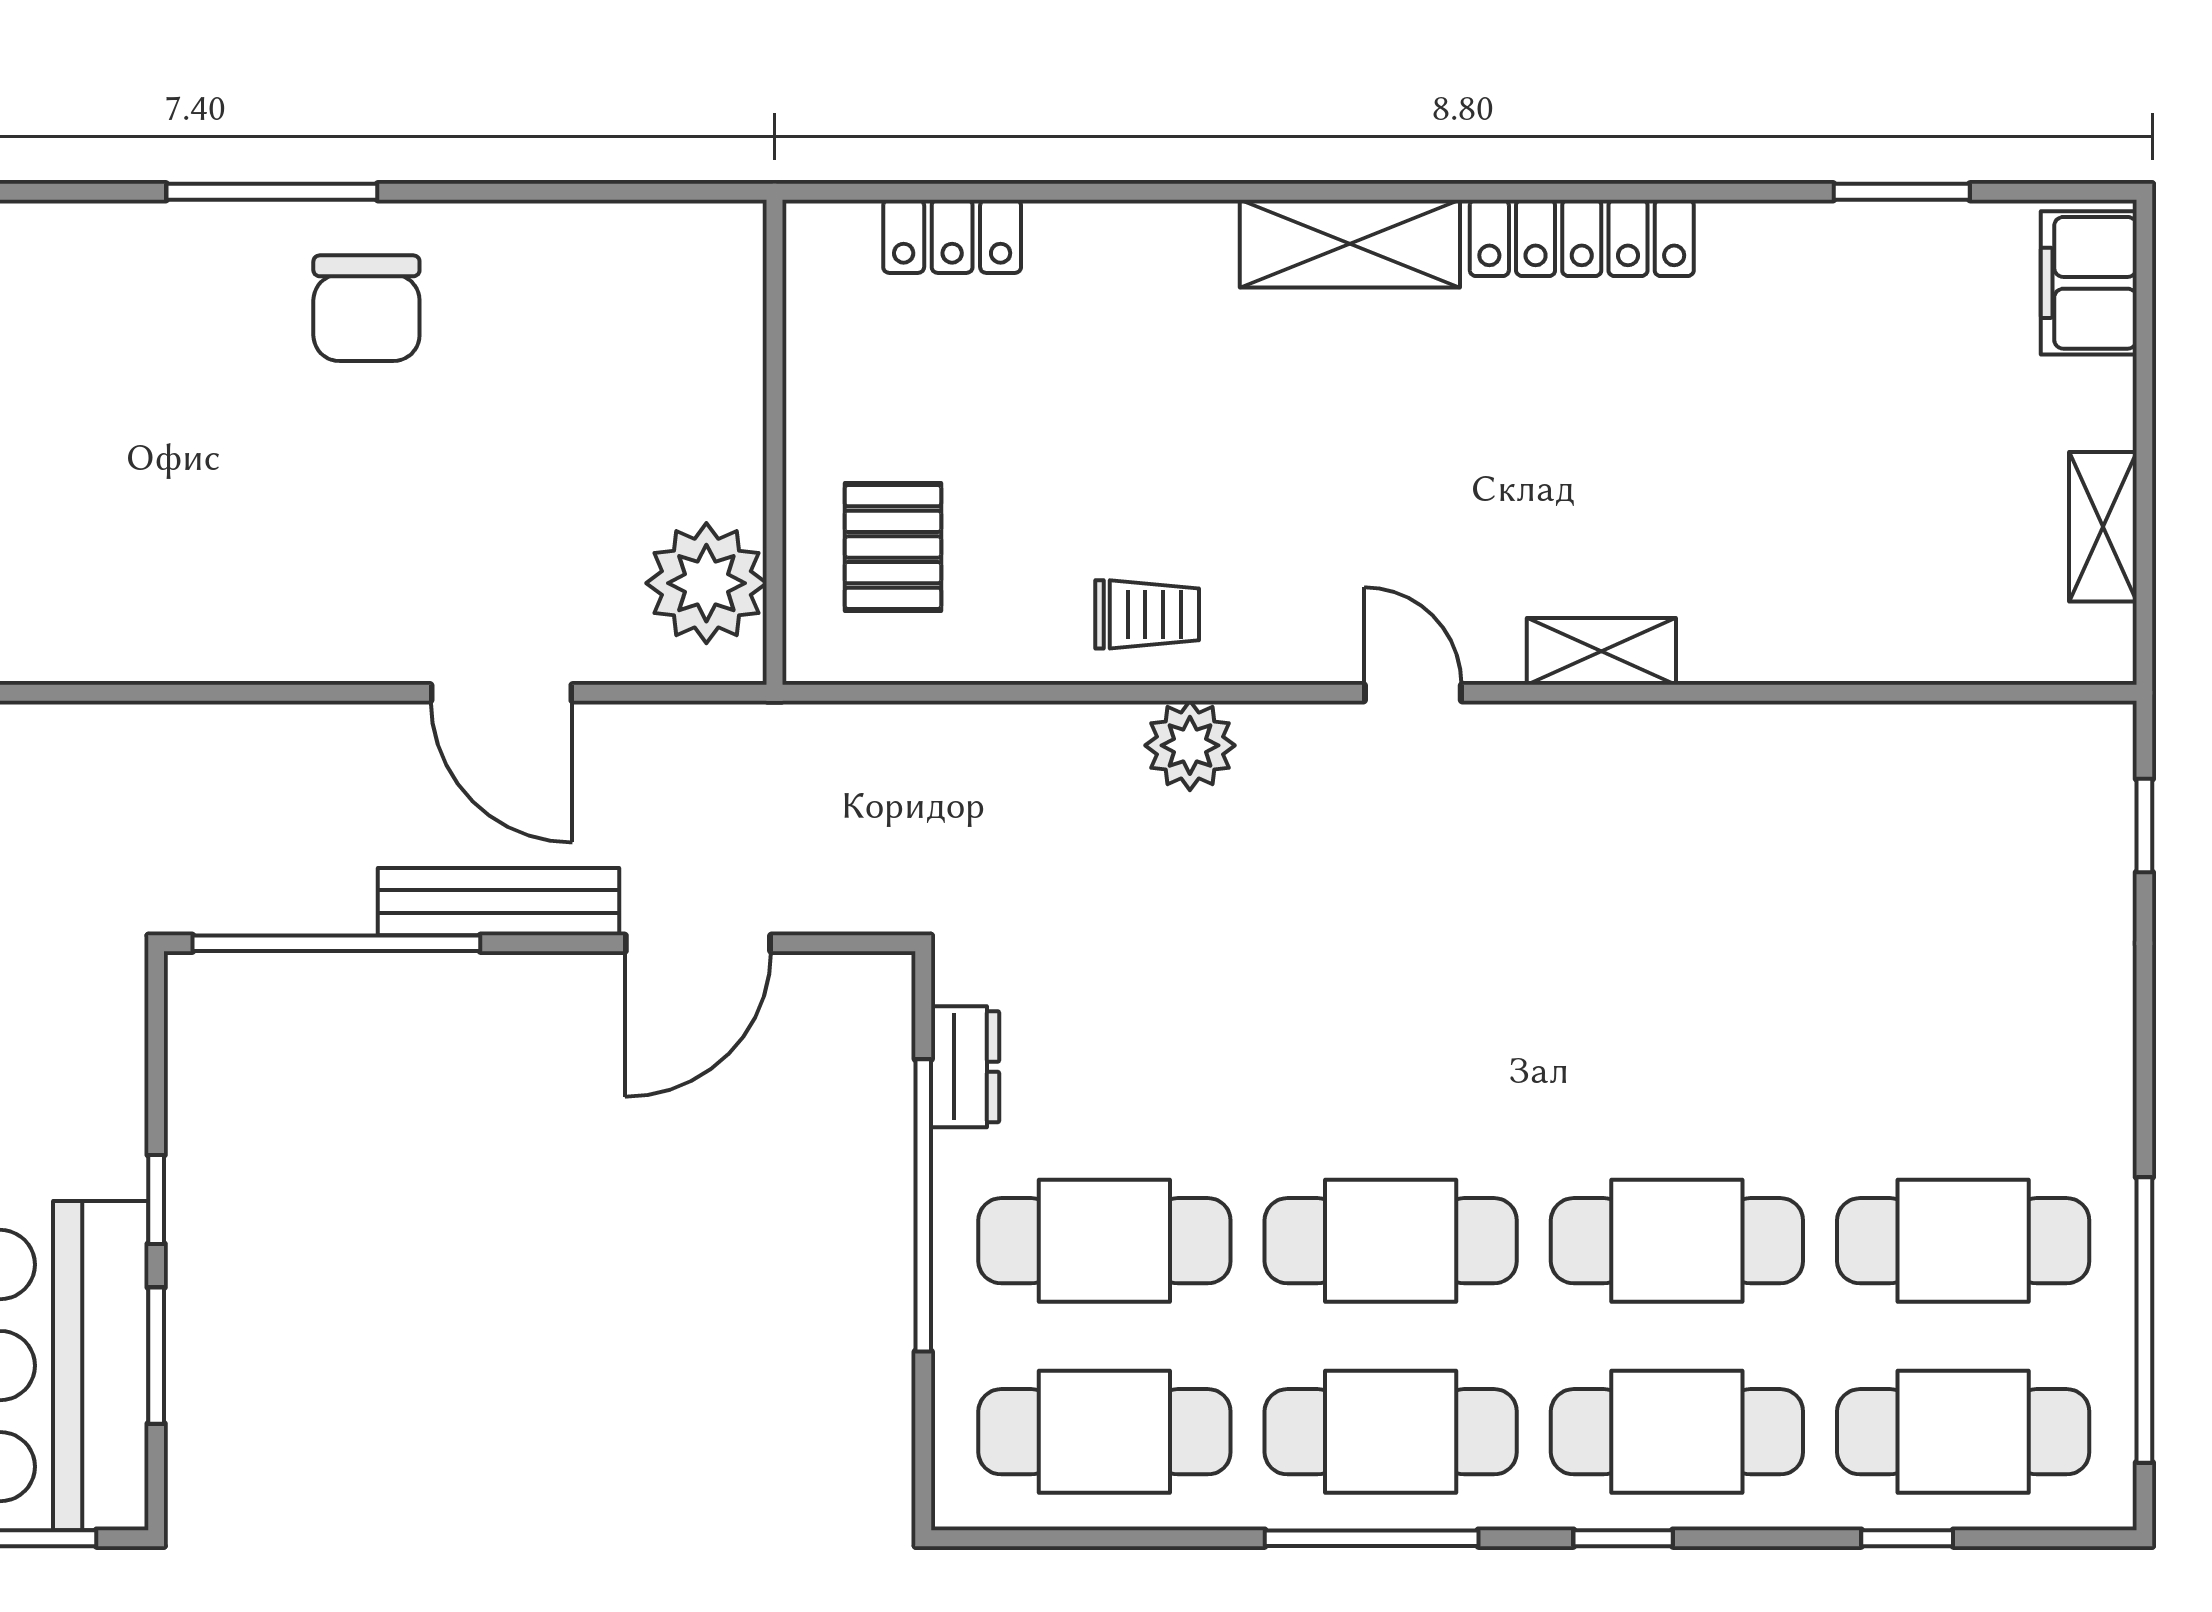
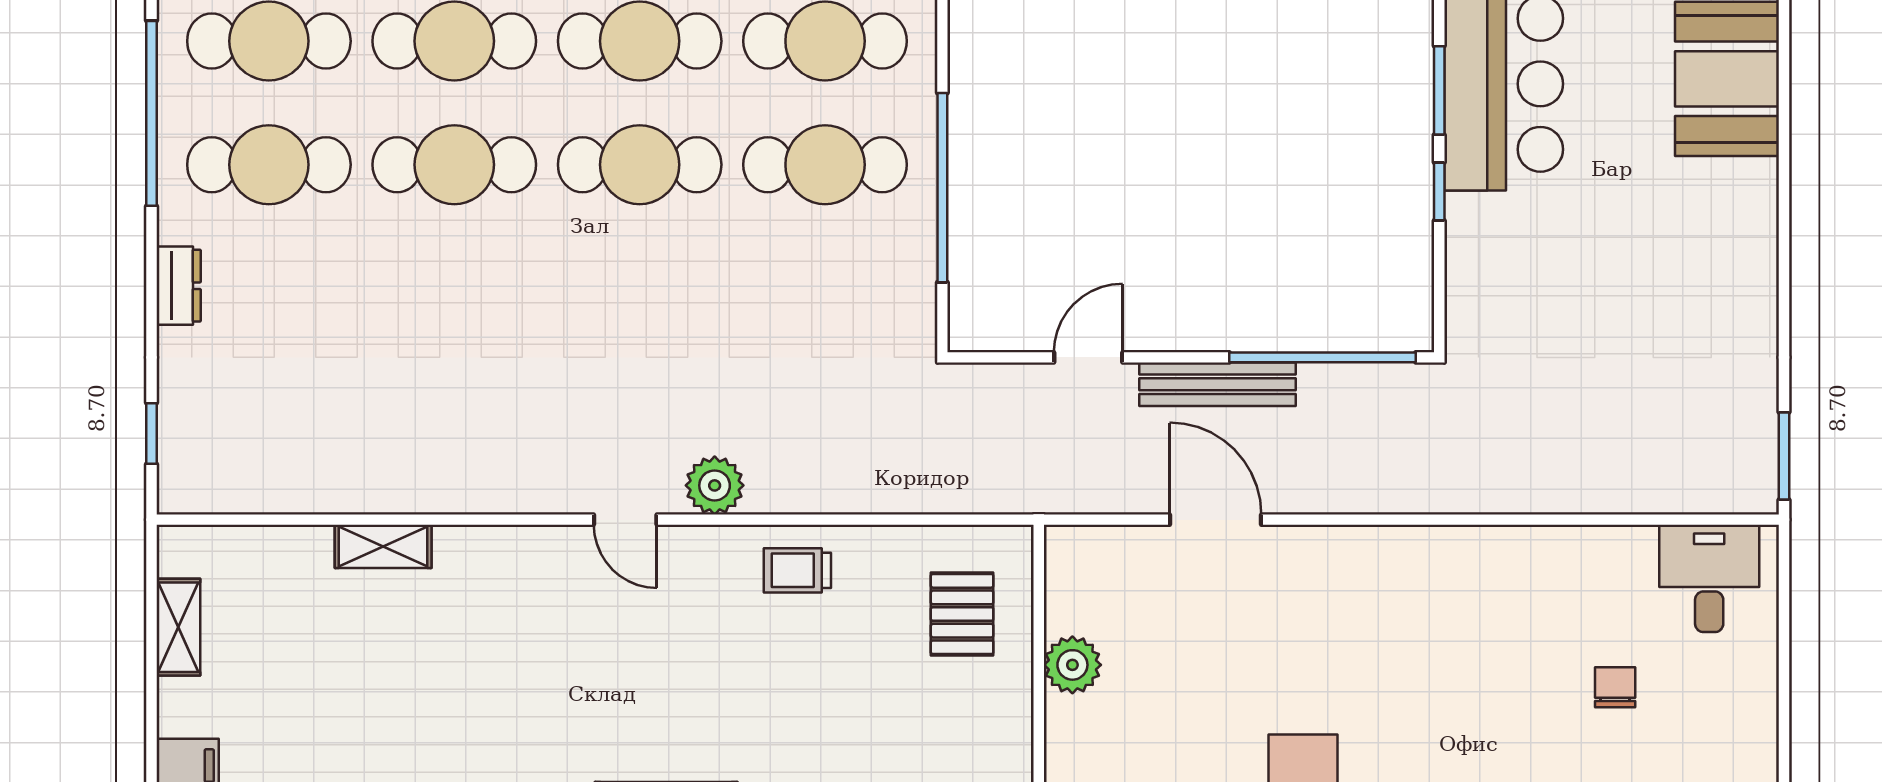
plant: (706, 583) -> (1072, 665), moved, width x0.73, depth x0.73
shelving: (1601, 651) -> (383, 546), moved
plant: (1190, 745) -> (715, 485), moved
door: (698, 943) -> (1088, 357), width x0.73
dresser: (965, 1067) -> (179, 286), moved, turned 180

